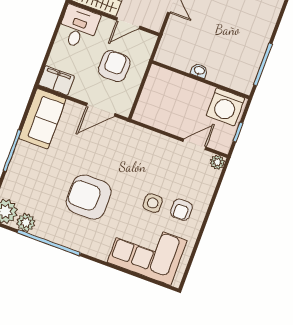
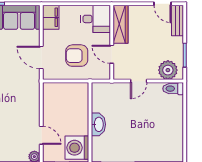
armchair: (114, 66) -> (77, 56), turned 180
washbasin: (199, 71) -> (98, 124), width x1.91, depth x1.45

